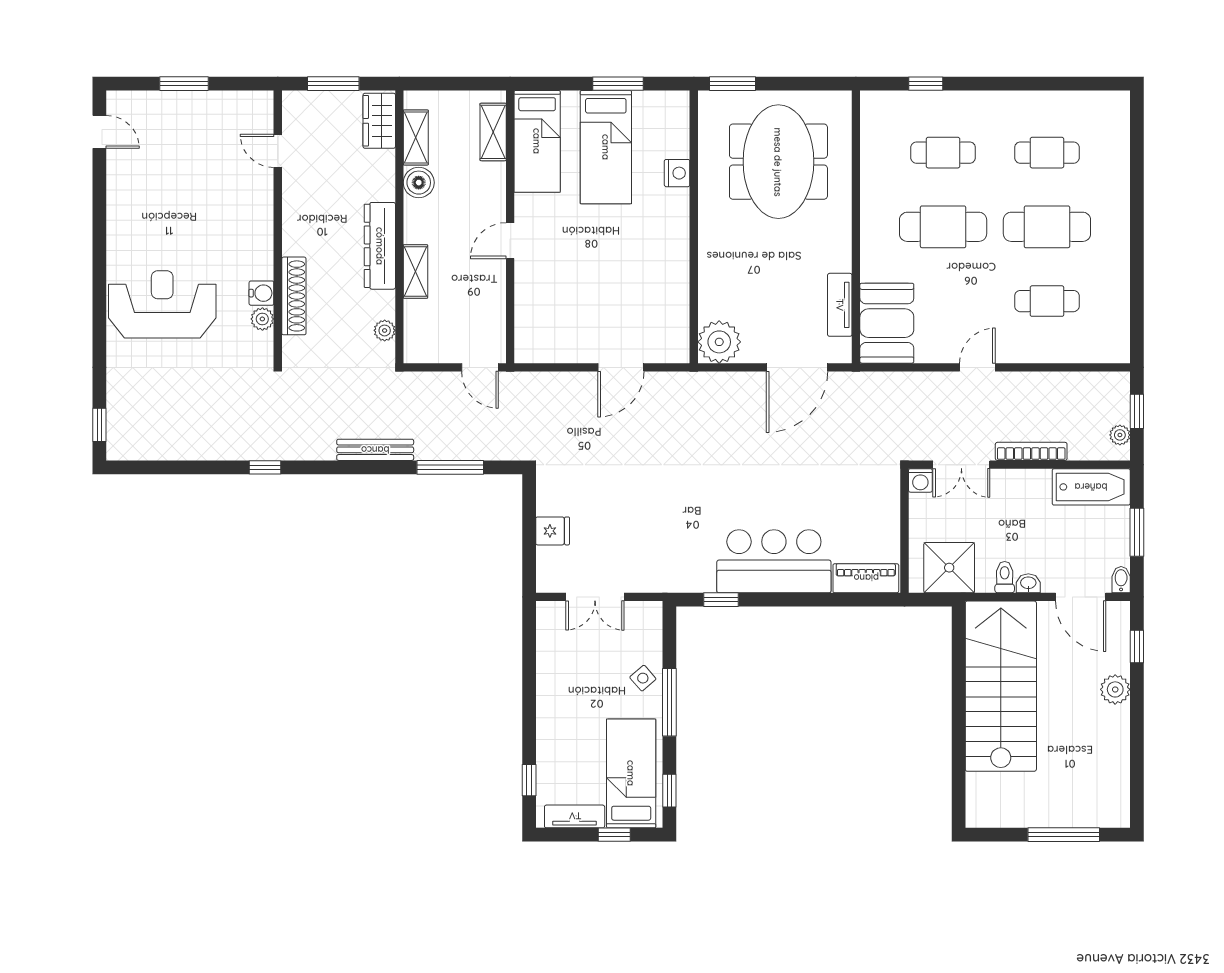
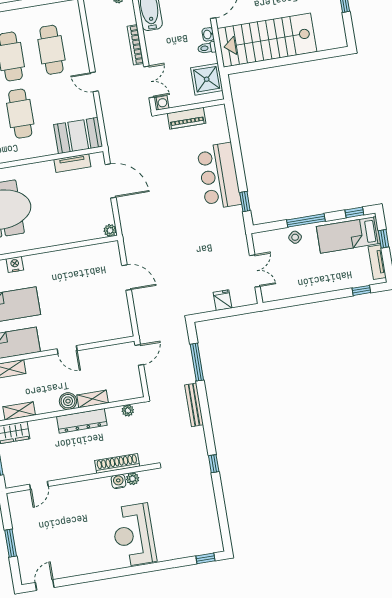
boiler: (419, 183) -> (68, 401), moved
cafe table: (1047, 301) -> (51, 50), width x1.37, depth x1.35
plant: (719, 342) -> (110, 230), width x0.53, depth x0.53
piano: (866, 578) -> (187, 118), moved, turned -90

